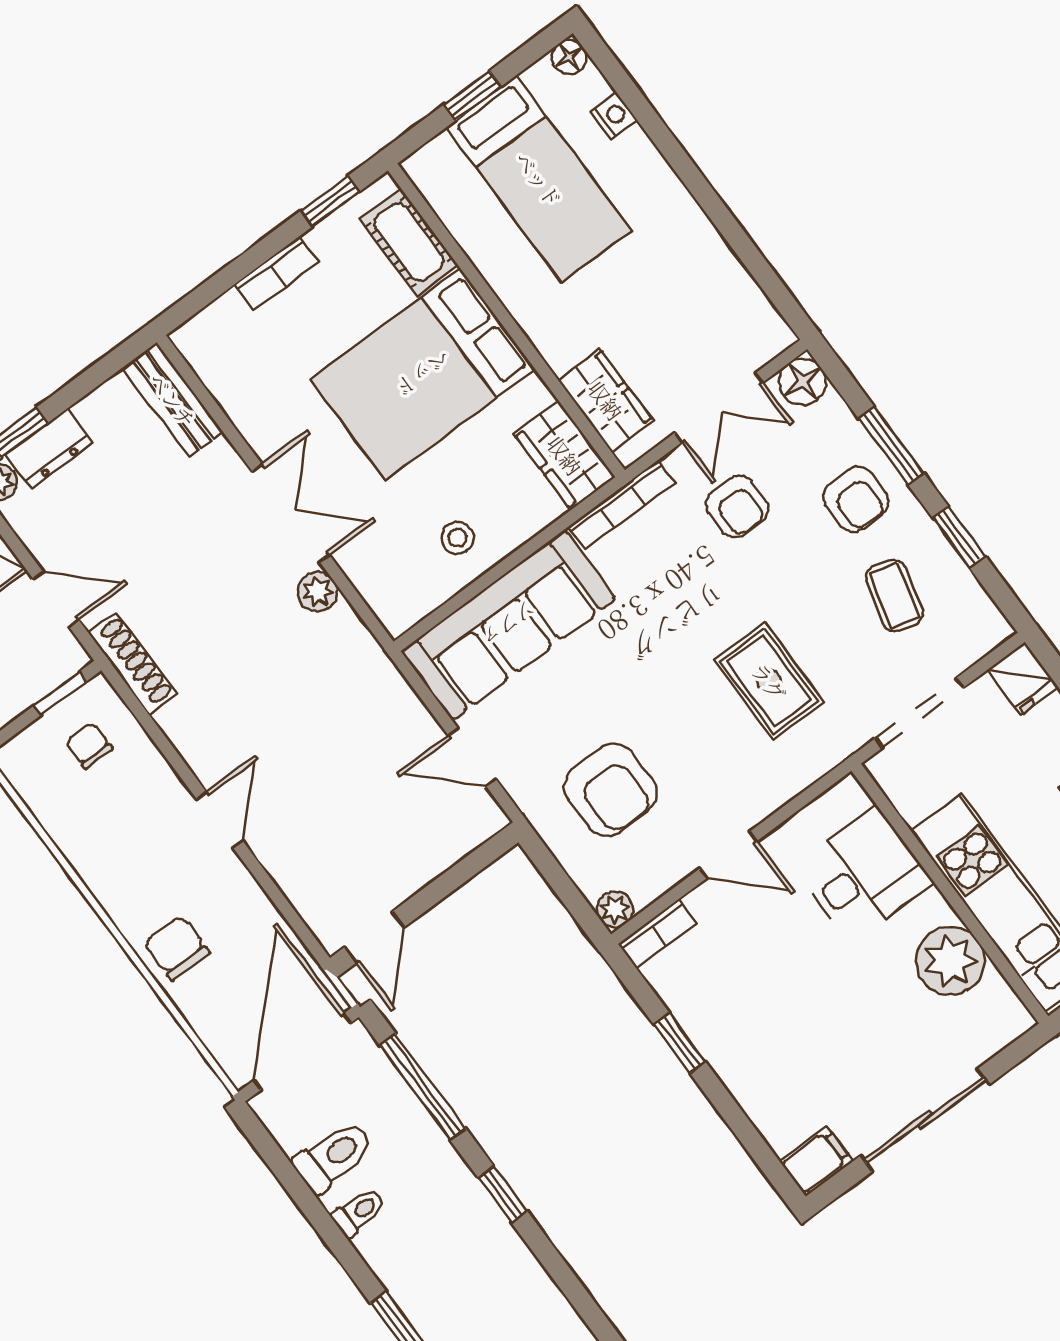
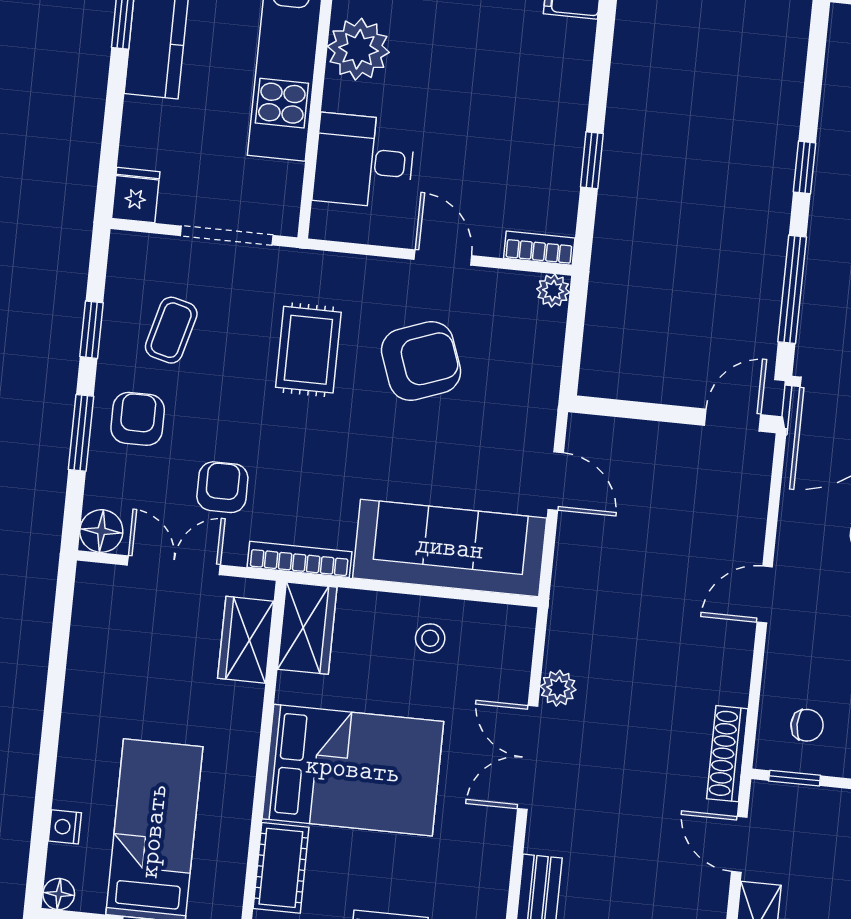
chair: (89, 745) -> (807, 725), turned -90
armchair: (611, 790) -> (421, 361), moved, turned 70

